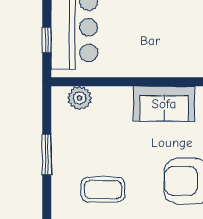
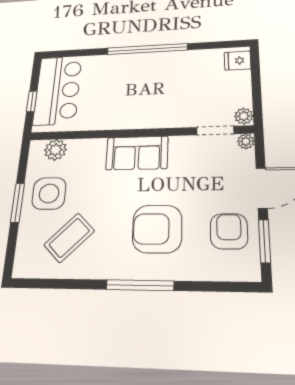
side table: (78, 145) -> (49, 193), added
coffee table: (103, 190) -> (69, 238), turned -45

